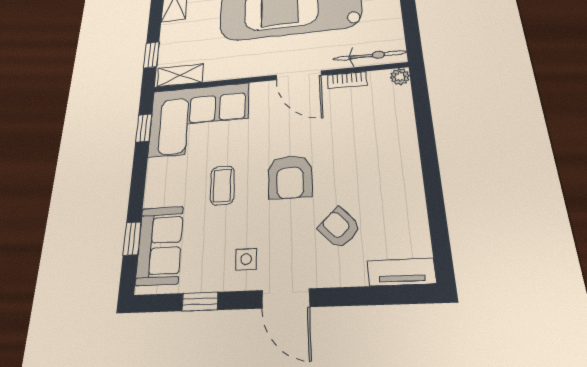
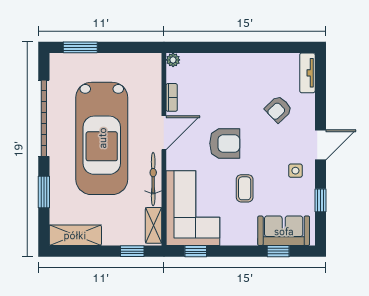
bicycle: (369, 56) -> (153, 179), moved
armchair: (290, 177) -> (225, 143), moved
coffee table: (222, 185) -> (245, 188), turned 90

